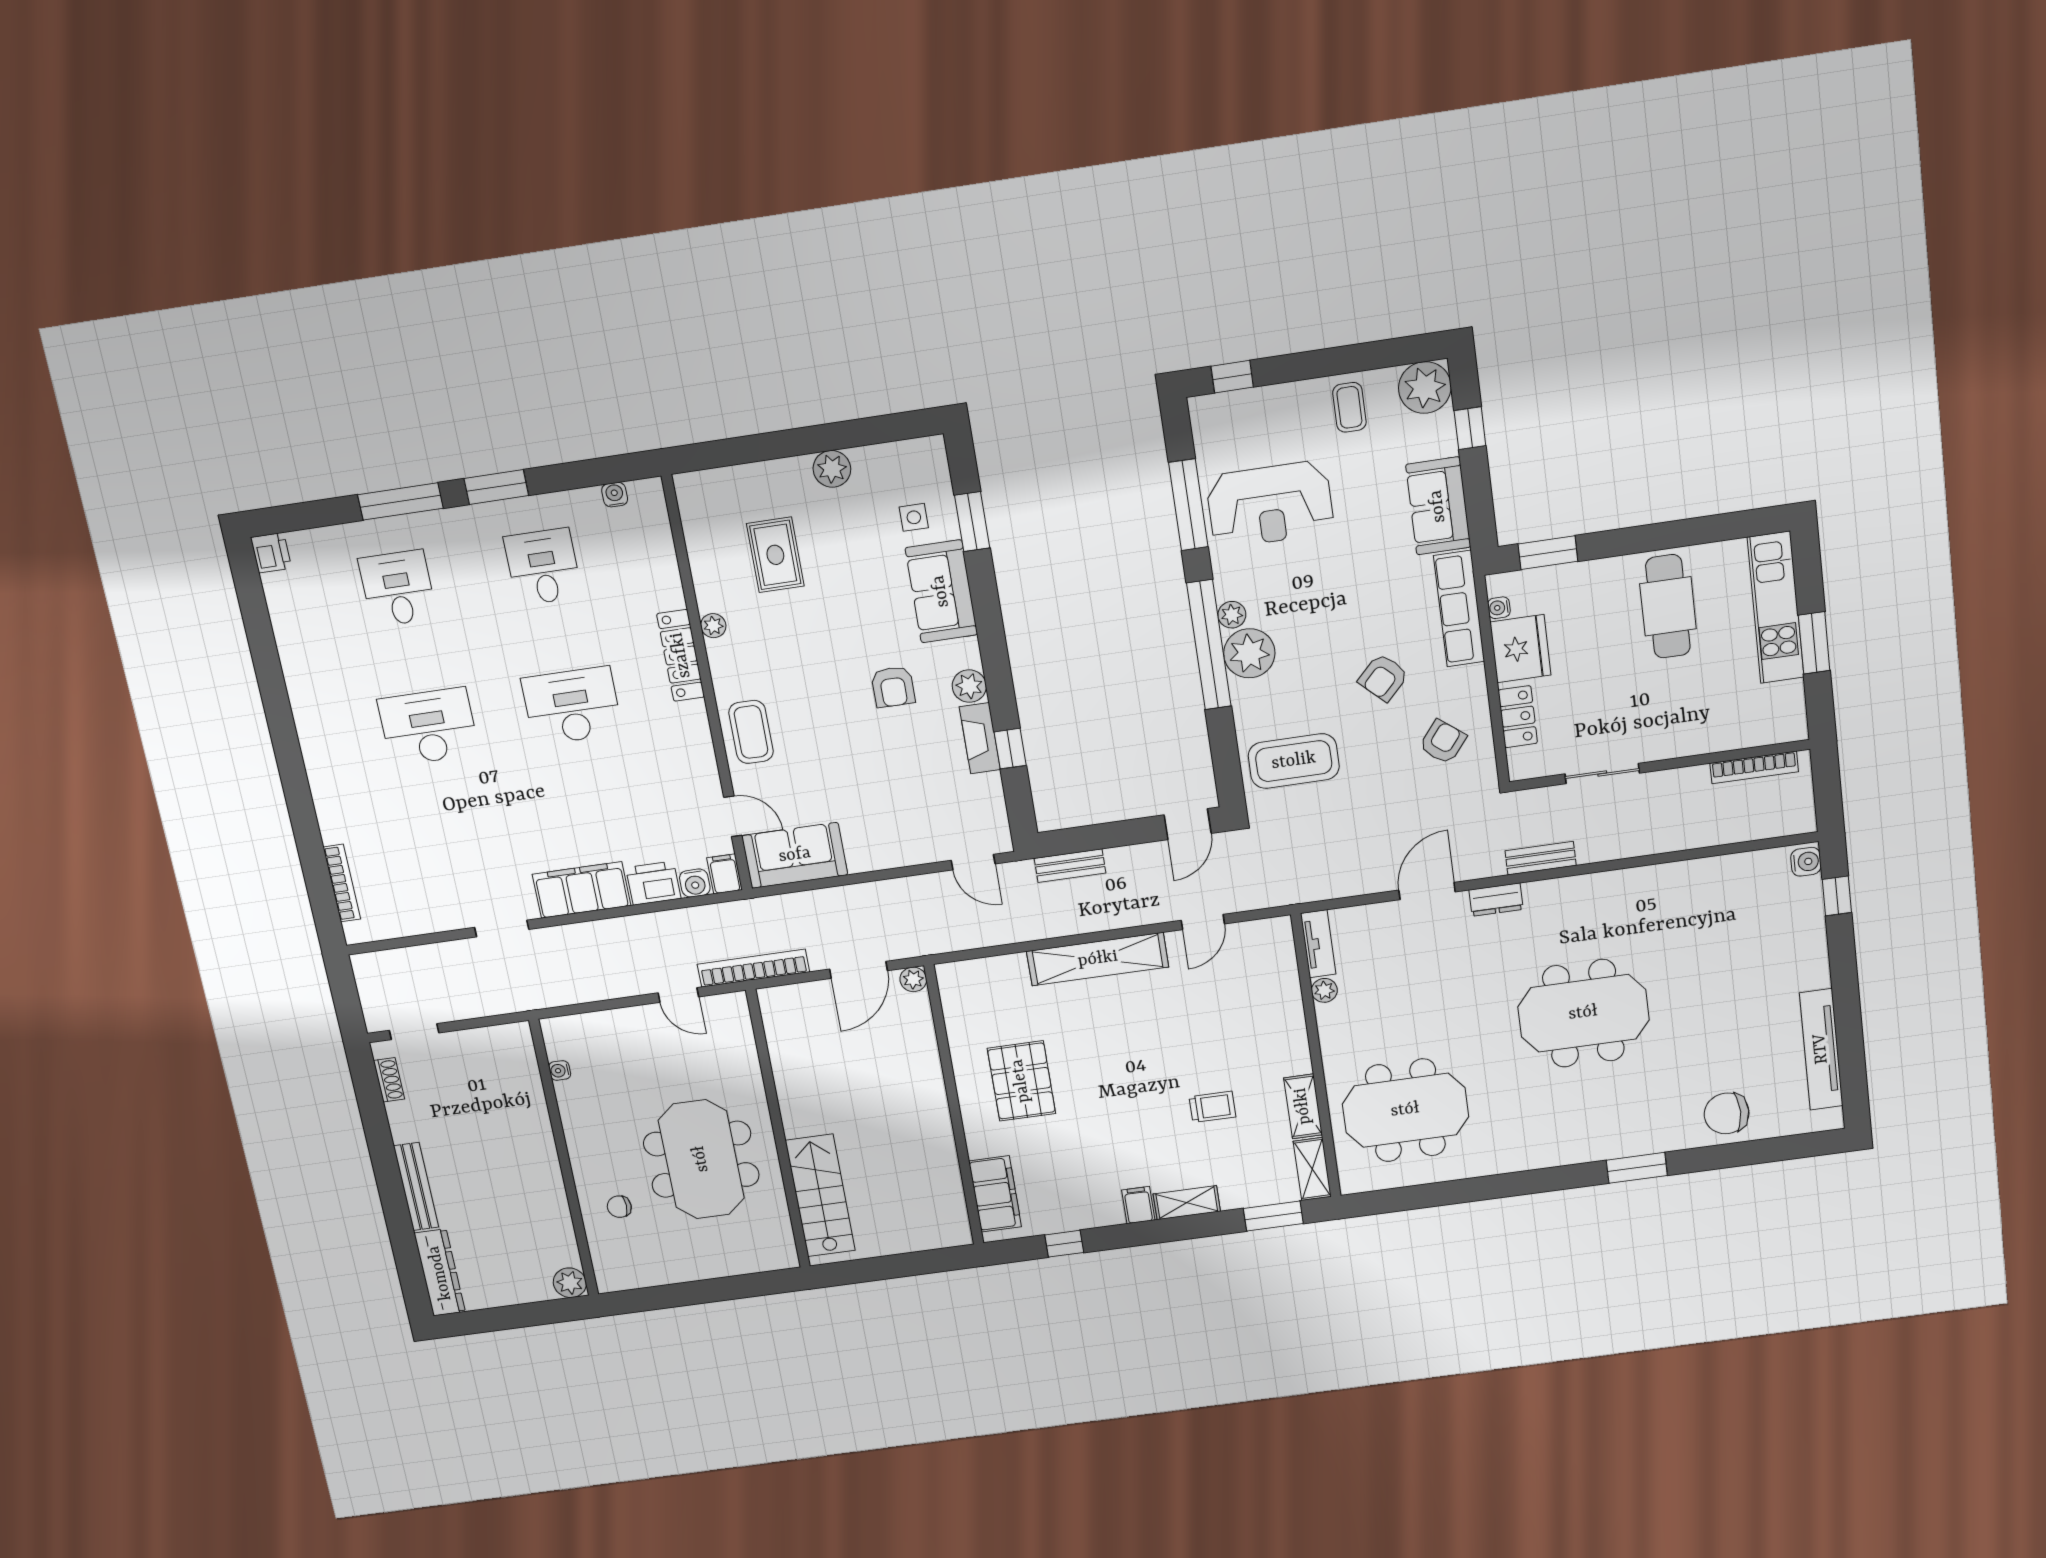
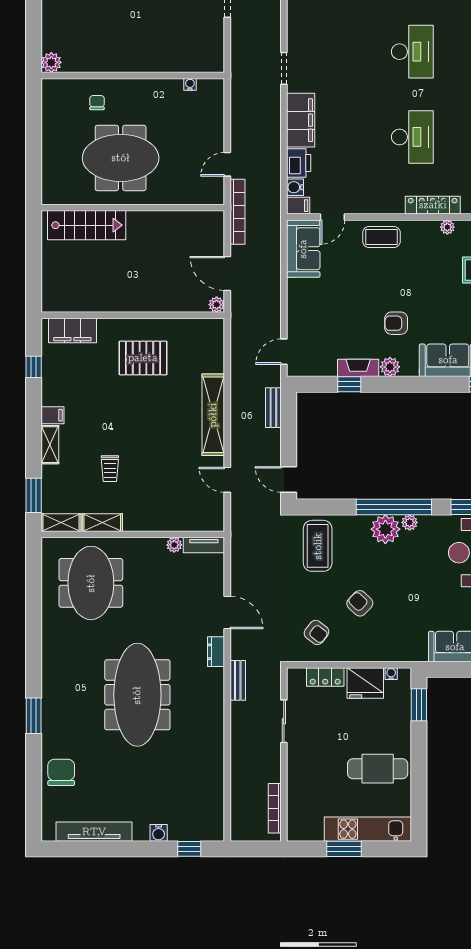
row of seats: (1459, 609) -> (394, 651), removed
water cooler: (1806, 862) -> (159, 833), moved
meeting table: (1583, 1013) -> (137, 695), width x1.36

